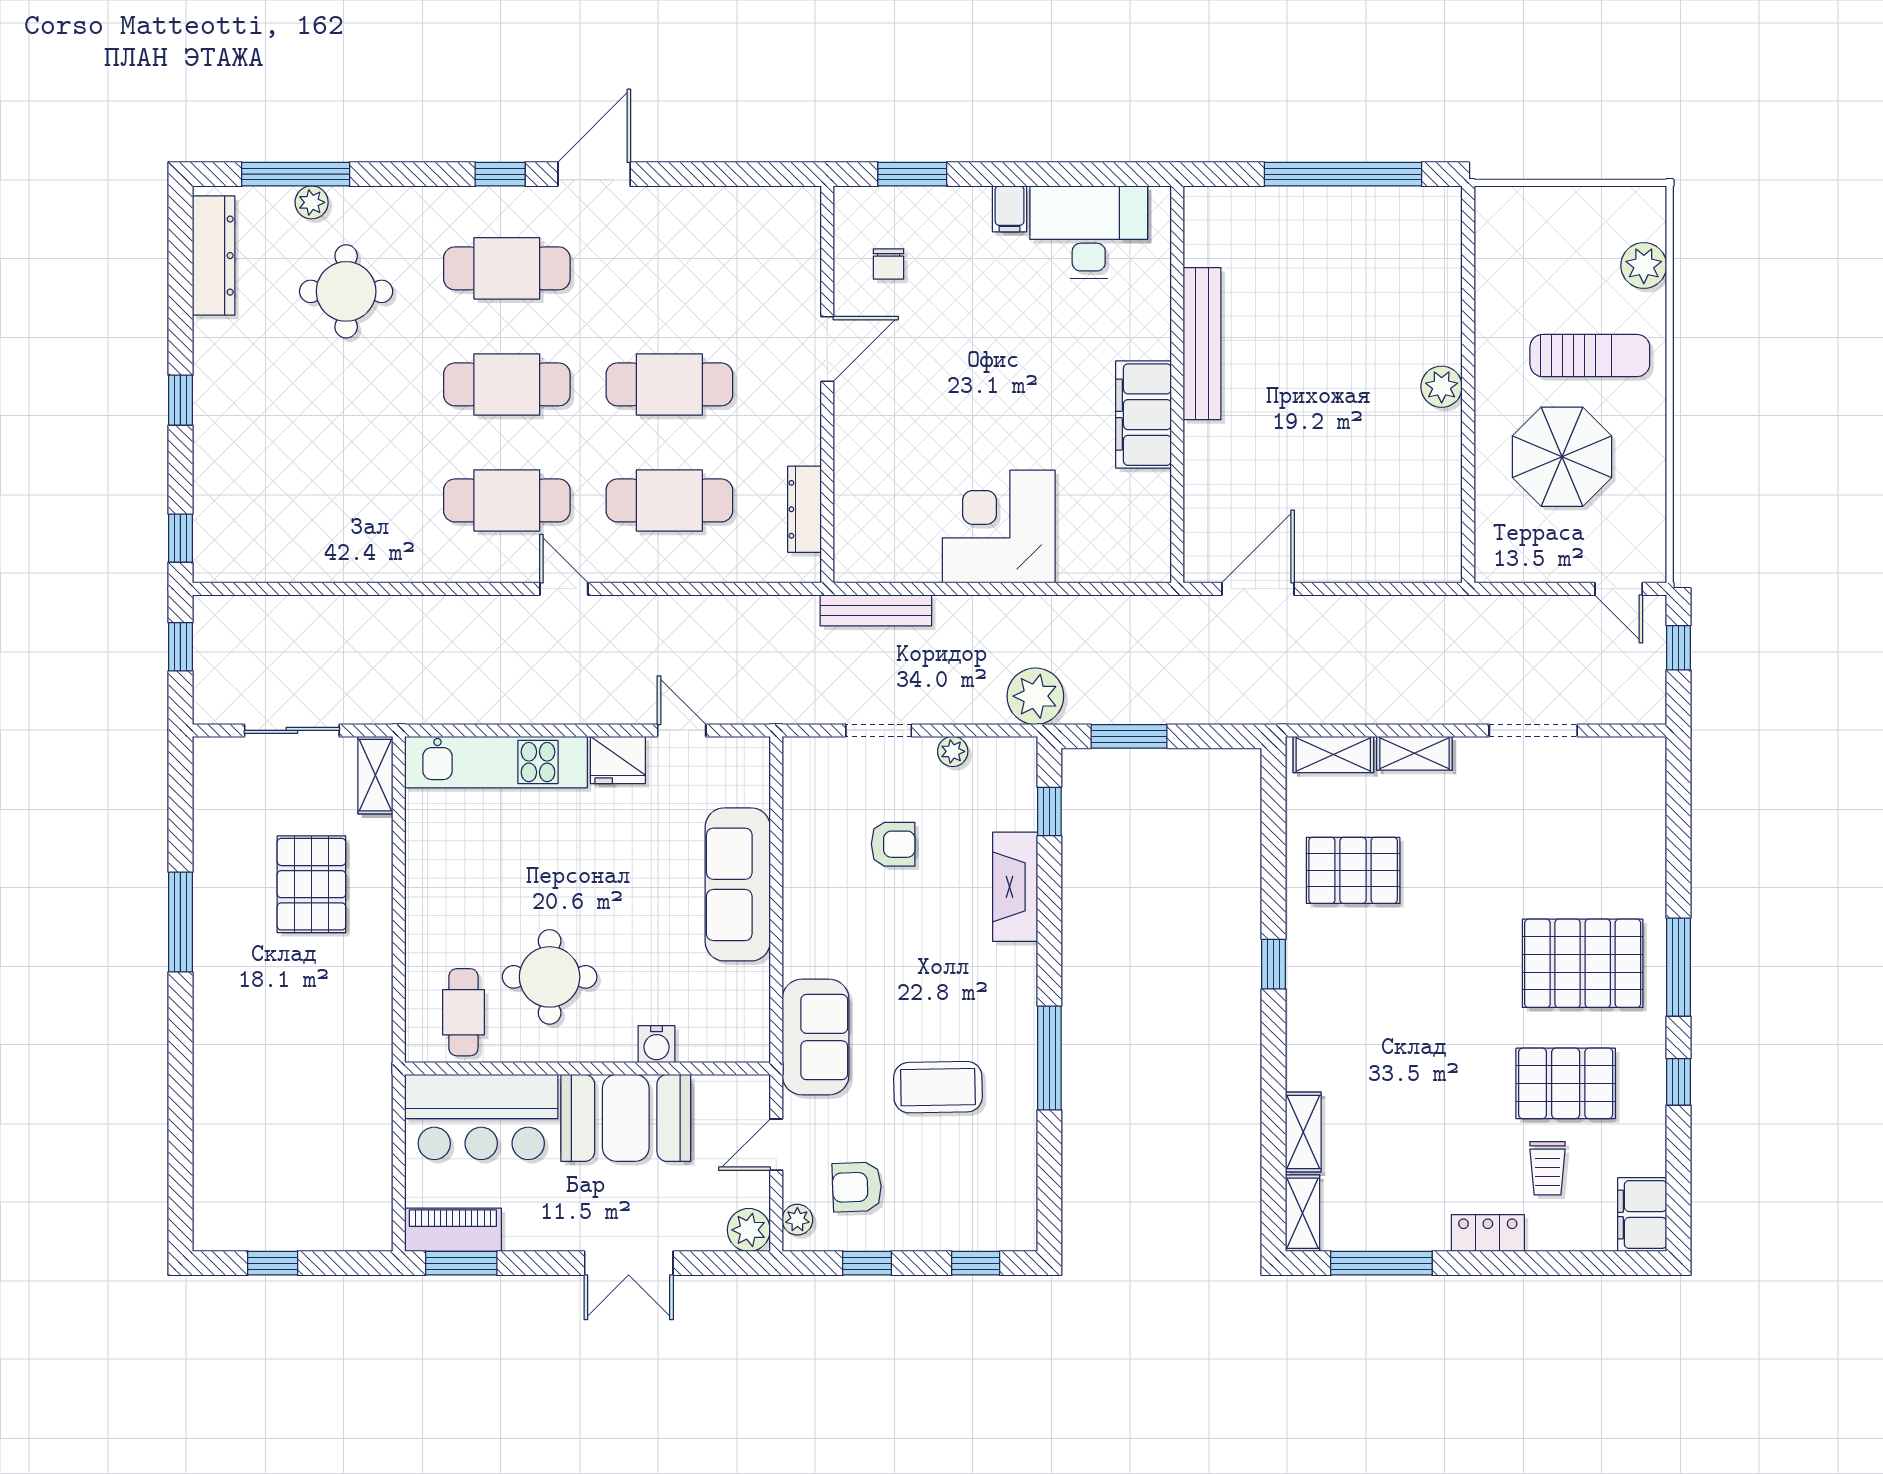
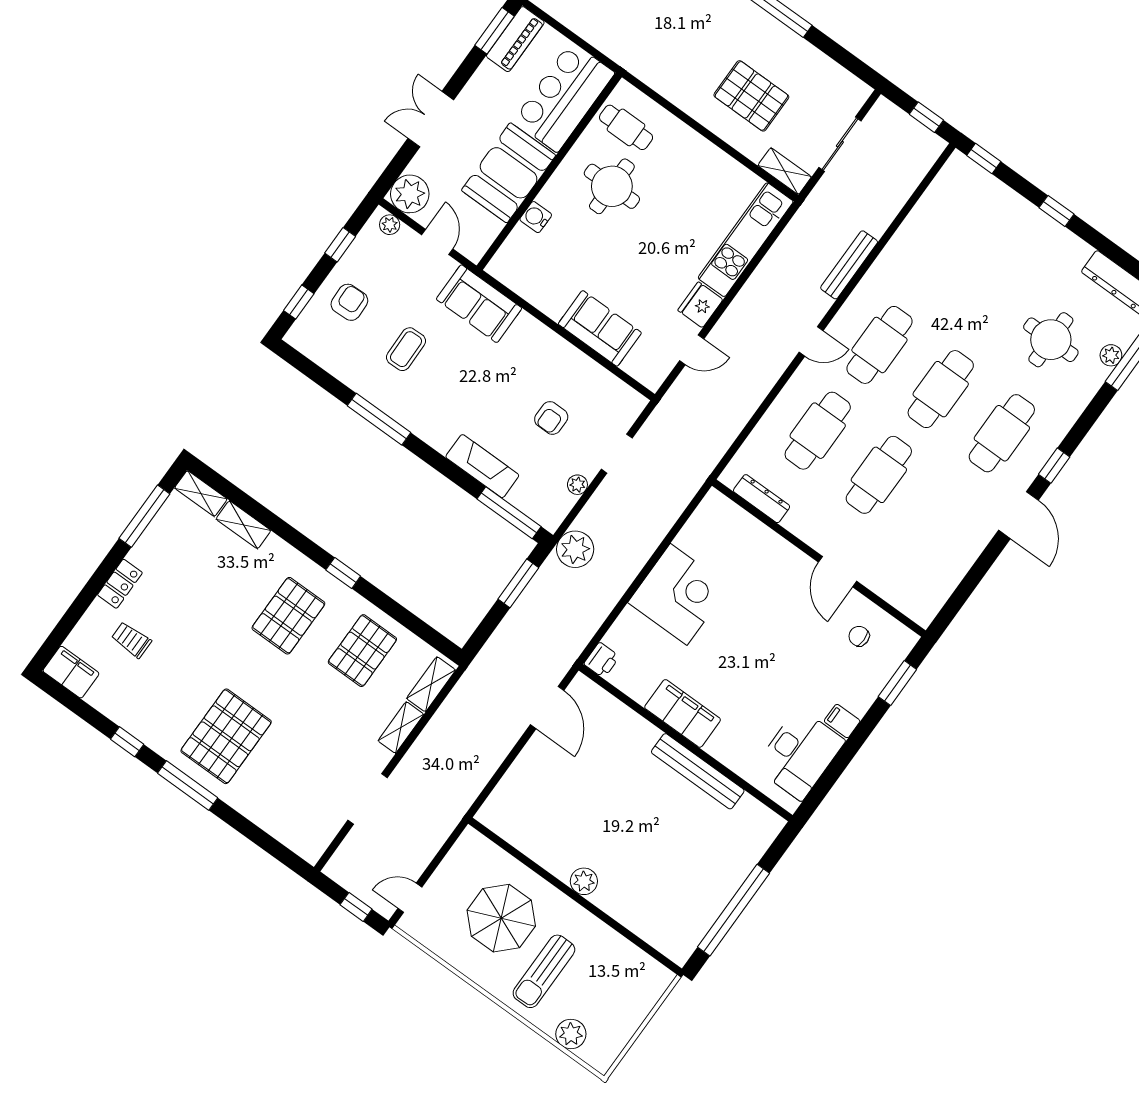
printer: (1150, 563) -> (602, 660), added
bench: (876, 610) -> (849, 265), moved
window: (1049, 811) -> (509, 513), width x2.17
sofa: (738, 884) -> (600, 328), width x0.73
pallet: (1566, 1083) -> (288, 616), moved
coffee table: (938, 1087) -> (406, 349), width x0.73, depth x0.77
armchair: (857, 1187) -> (349, 302), moved
plant: (749, 1230) -> (410, 194), width x1.36, depth x1.36

